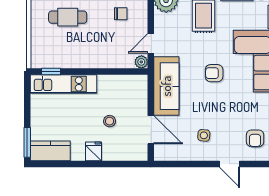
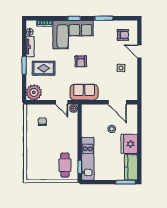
cafe table: (68, 17) -> (65, 165), moved
sofa: (166, 86) -> (84, 92), width x0.73
door: (151, 130) -> (117, 102), swing flipped
fridge: (93, 151) -> (129, 144), width x1.88, depth x1.34
door: (229, 164) -> (139, 51), swing flipped

